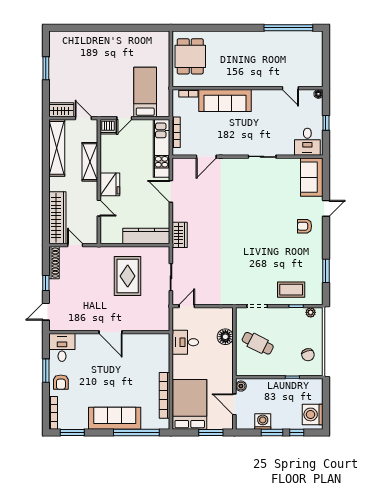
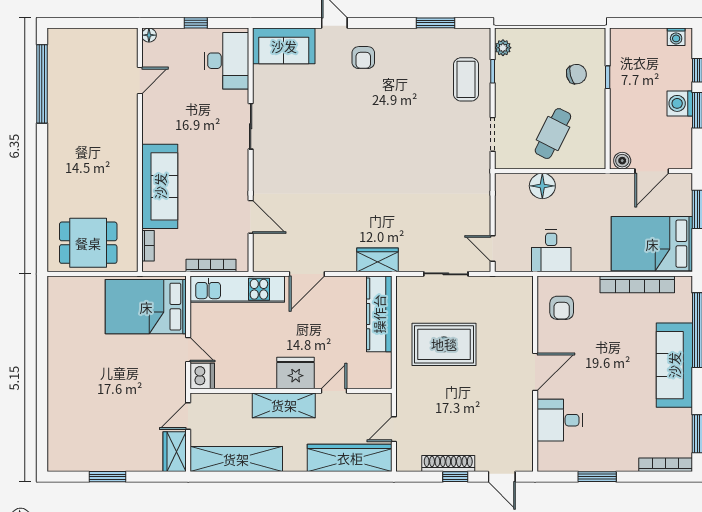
bed: (145, 92) -> (146, 307), width x1.50
desk: (307, 142) -> (226, 61), width x1.37
shelving: (90, 162) -> (284, 405), moved
shoe rack: (54, 263) -> (448, 463), moved
desk: (62, 347) -> (560, 420), moved
chair: (308, 355) -> (576, 74), moved
armchair: (61, 382) -> (562, 308), moved, turned 90
washing machine: (313, 414) -> (676, 37), width x0.53, depth x0.53
washing machine: (263, 422) -> (680, 103), moved

